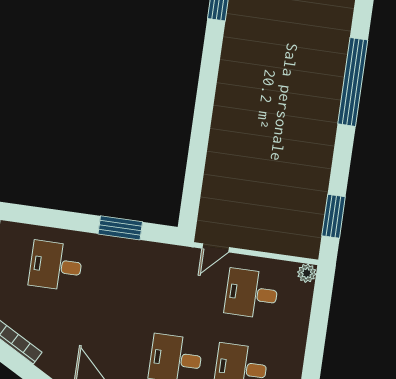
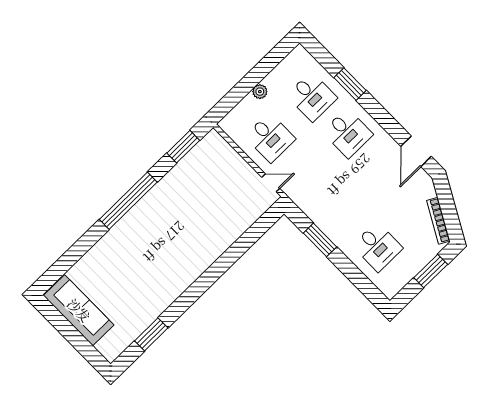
window: (353, 82) -> (128, 201), moved
plant: (307, 273) -> (260, 92), moved

